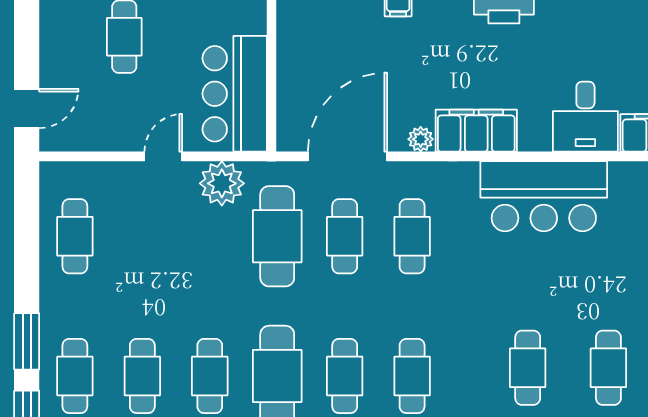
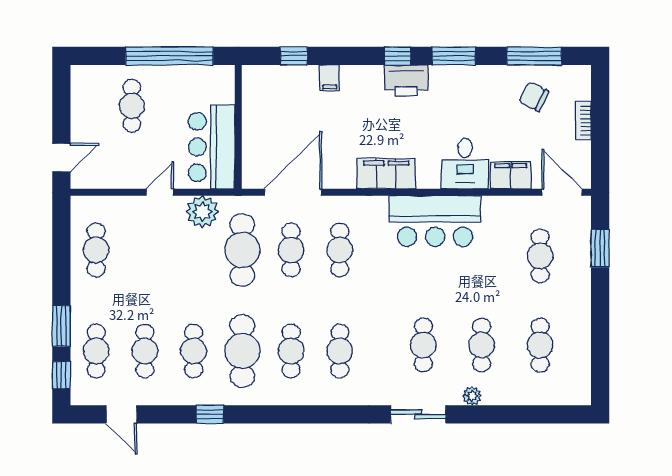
plant: (421, 139) -> (346, 180), removed

